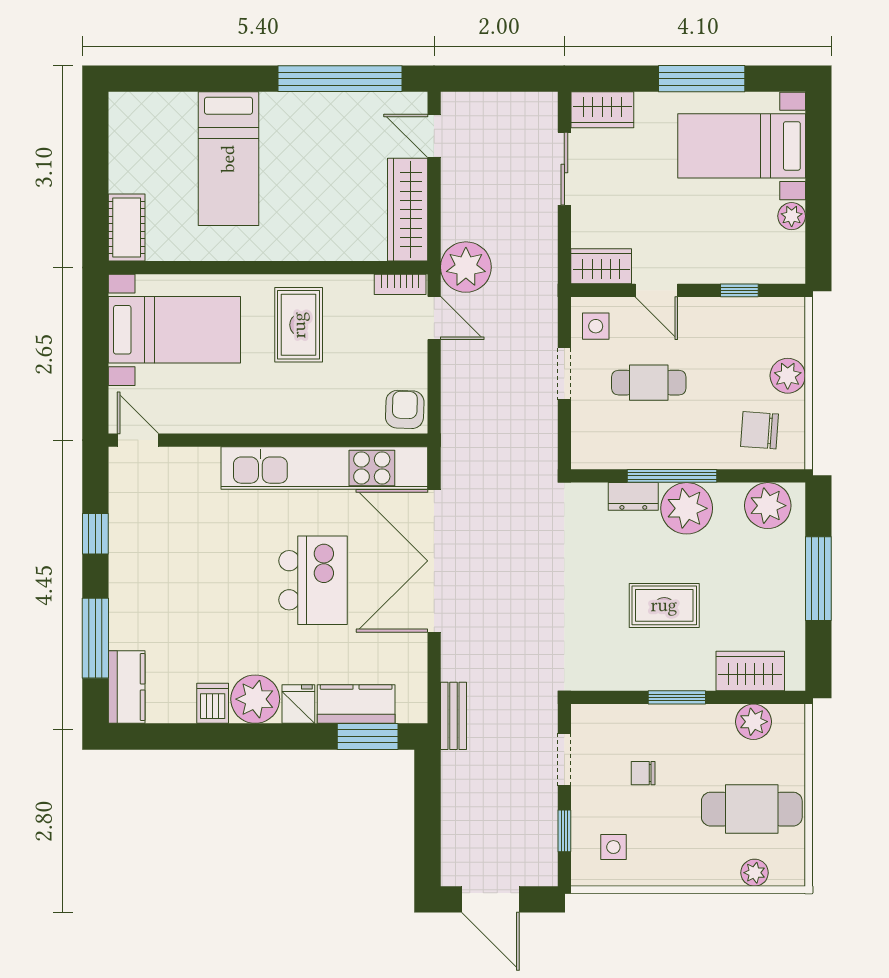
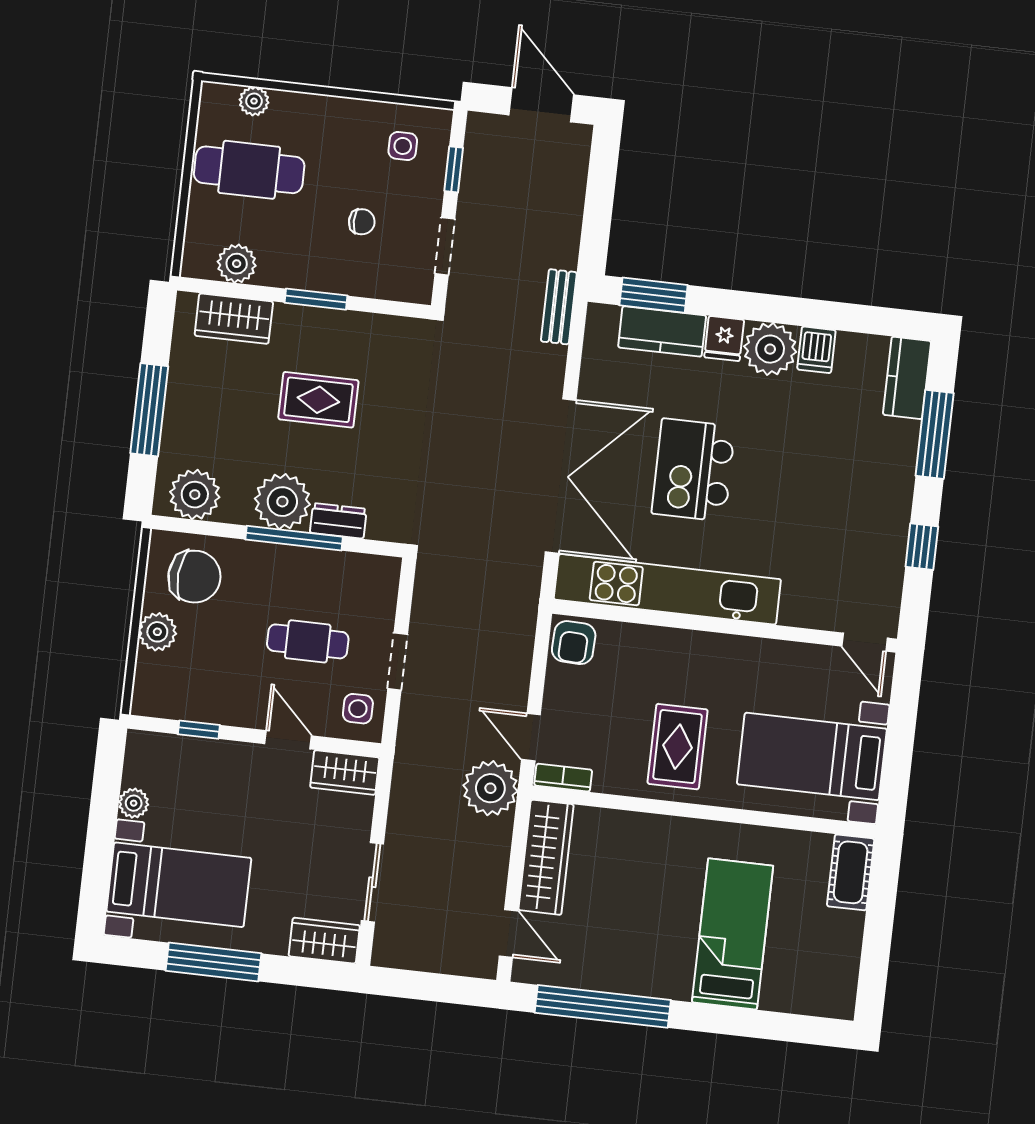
chair: (760, 430) -> (194, 577), width x1.37, depth x1.37

